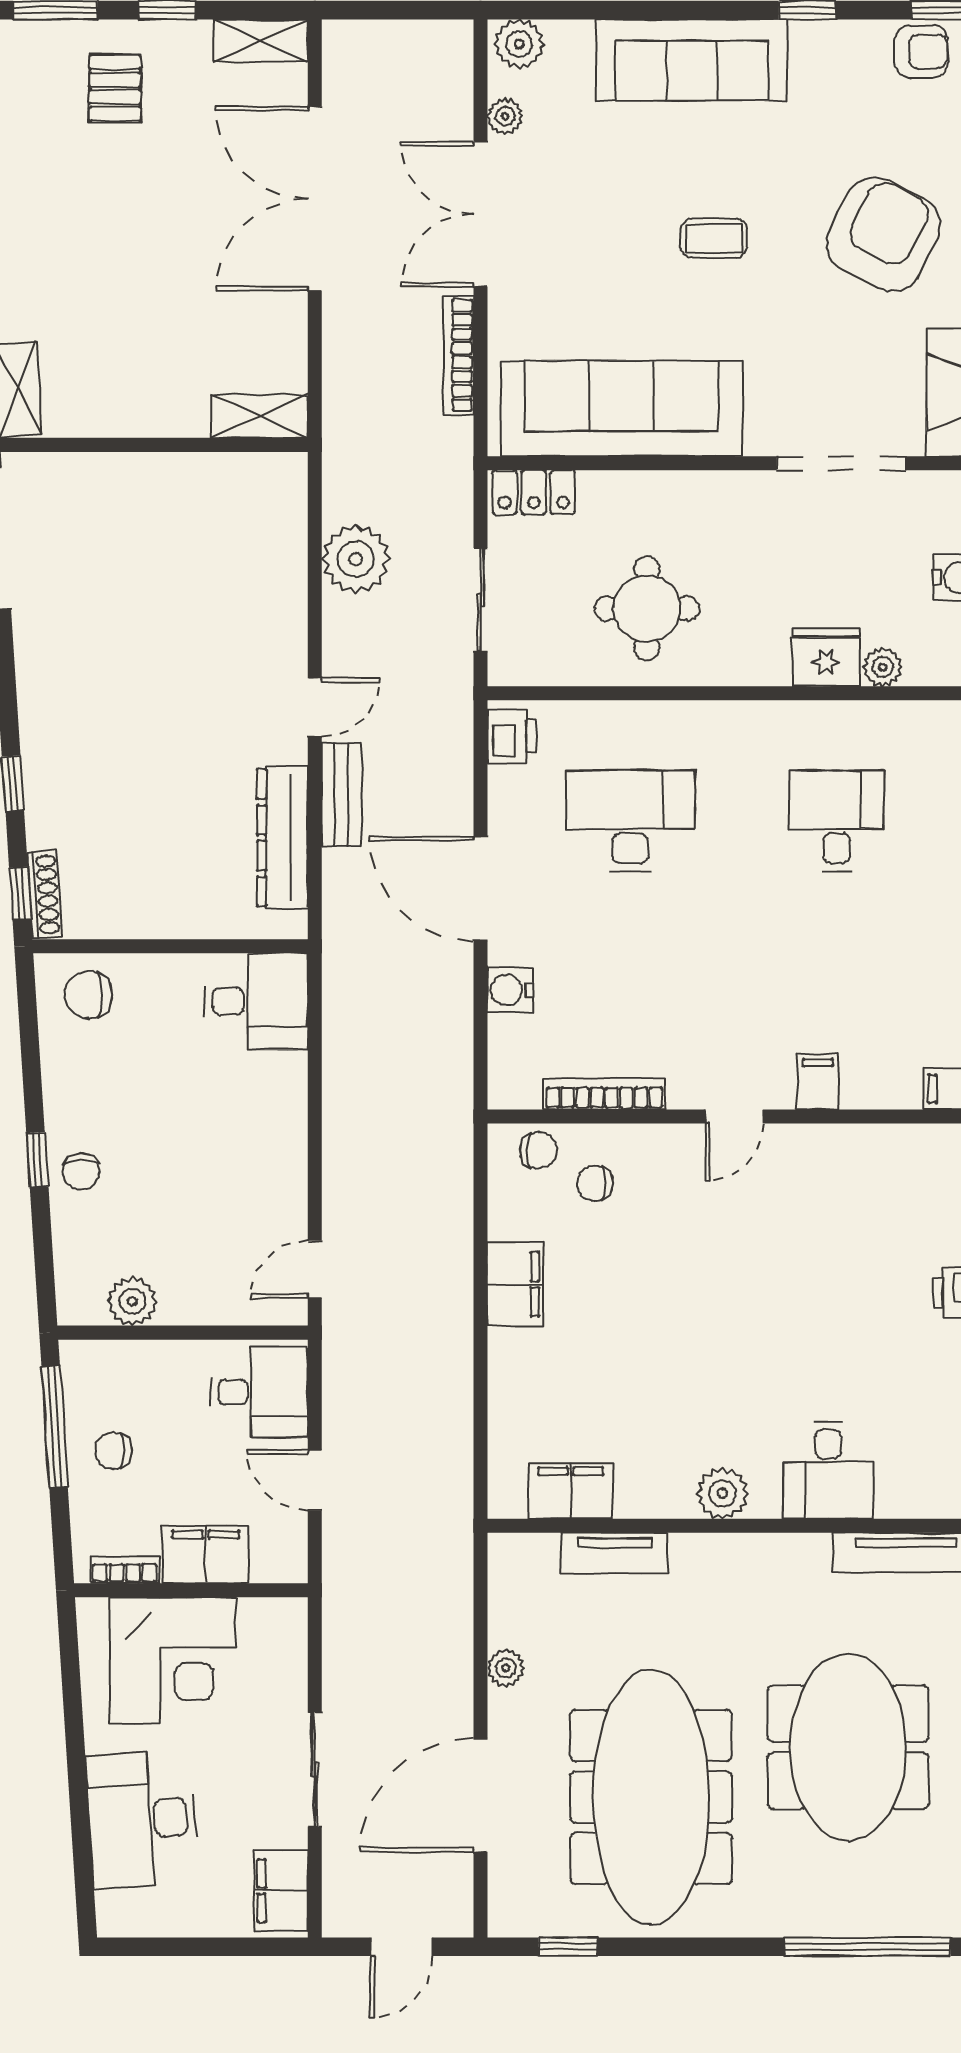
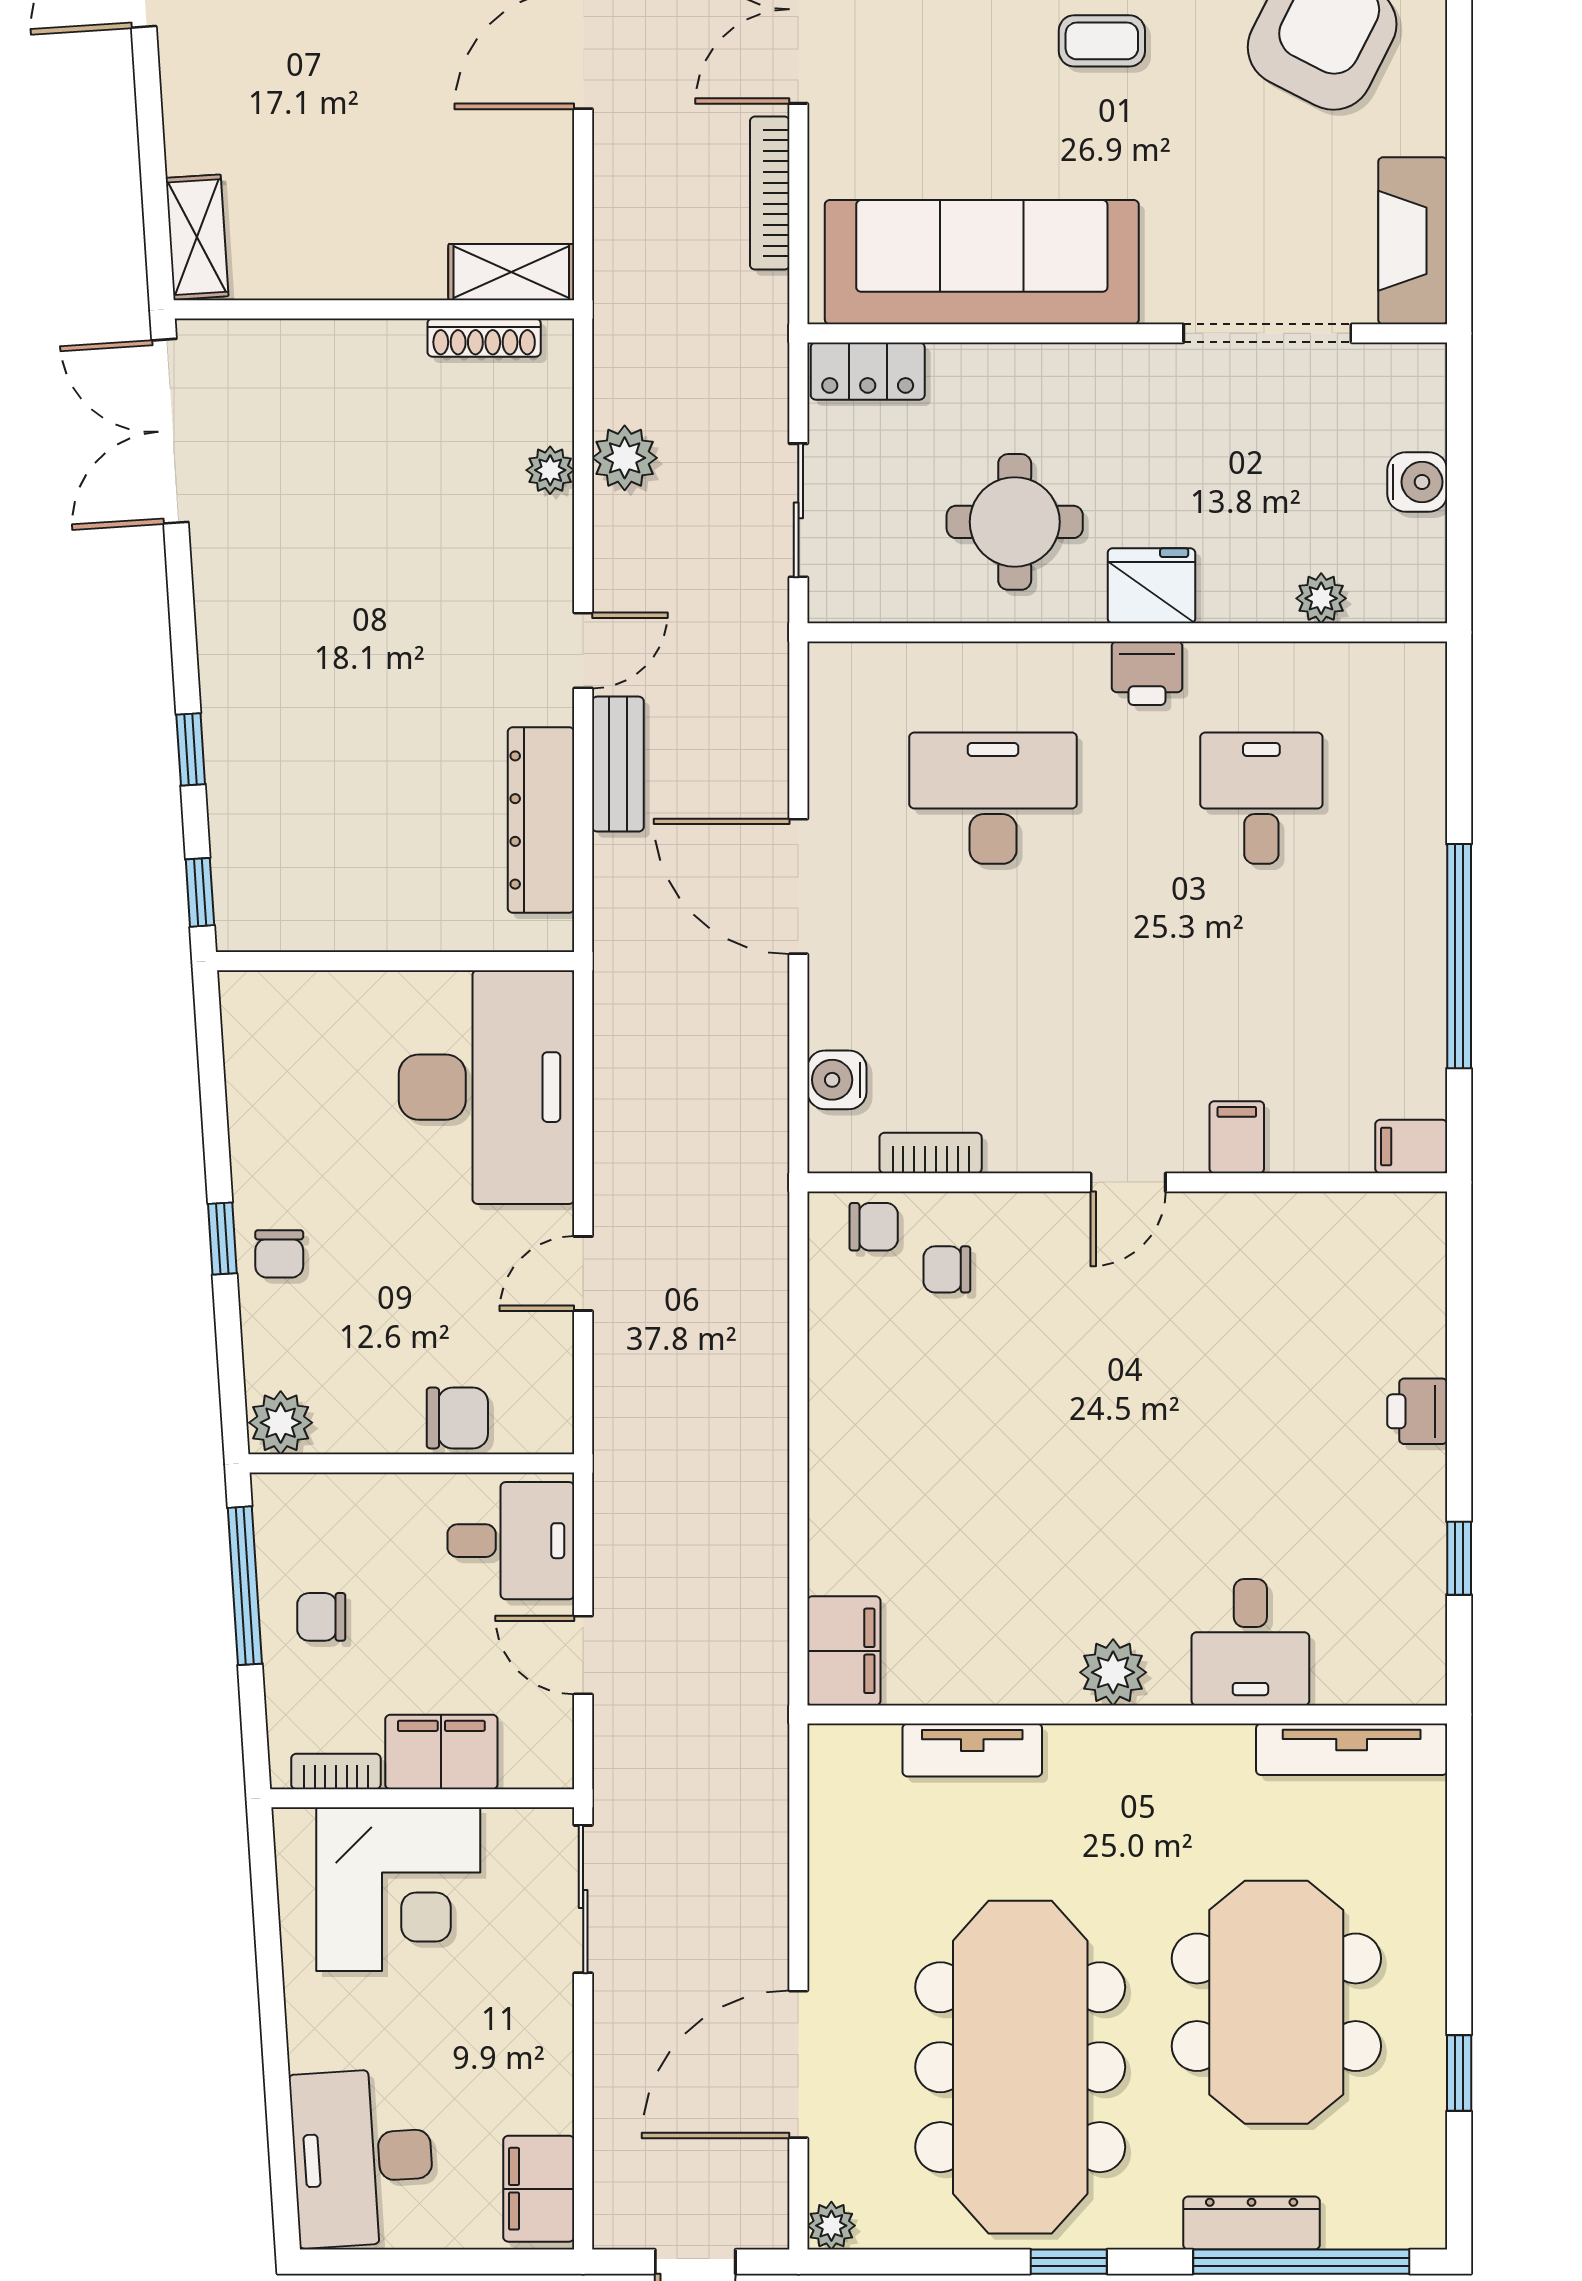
plant: (356, 559) -> (625, 458), width x0.73, depth x0.73
plant: (290, 569) -> (550, 470), added
fridge: (826, 657) -> (1151, 586), moved
printer: (512, 736) -> (1147, 673), moved, turned 90
shoe rack: (44, 895) -> (484, 338), moved, turned 94
water cooler: (510, 990) -> (837, 1080), moved
chair: (88, 995) -> (457, 1418), moved, turned 180
desk: (256, 1001) -> (487, 1087), width x1.87, depth x1.30
bookcase: (604, 1094) -> (931, 1153), width x0.64
door: (315, 1269) -> (583, 1274), moved
filing cabinet: (515, 1284) -> (844, 1401), removed
plant: (132, 1301) -> (281, 1423), moved
filing cabinet: (571, 1491) -> (844, 1651), moved, turned 90
plant: (506, 1668) -> (831, 2226), moved
sliding door: (315, 1770) -> (583, 1899), moved
desk: (142, 1819) -> (363, 2158), moved
dresser: (829, 1917) -> (1252, 2223), added
window: (568, 1947) -> (1069, 2262), moved

